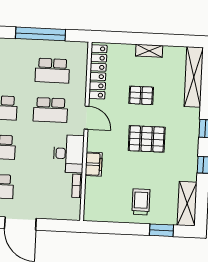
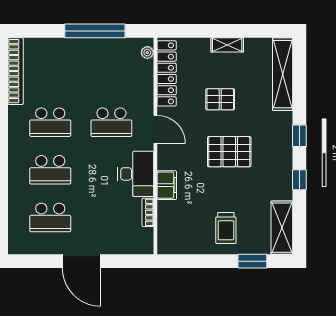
plant: (83, 54) -> (147, 53), added
school desk: (52, 71) -> (111, 74), removed
trolley: (141, 202) -> (226, 228), turned 180

